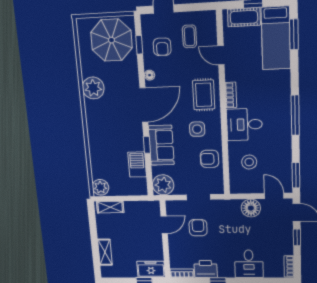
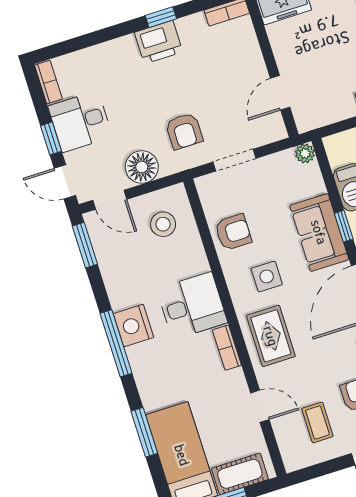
window: (294, 34) -> (144, 432), moved
nightstand: (282, 123) -> (134, 325), added
stool: (249, 162) -> (163, 224), moved
plant: (163, 185) -> (305, 153), width x0.53, depth x0.53
armchair: (198, 228) -> (184, 131), moved
desk: (249, 264) -> (80, 121), moved, turned -90
printer: (206, 269) -> (159, 42), moved

